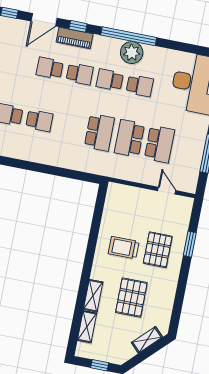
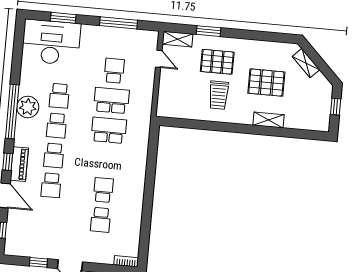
school desk: (80, 74) -> (54, 155), turned 180
school desk: (140, 86) -> (59, 96), turned 180
school desk: (129, 138) -> (111, 100), turned 180
school desk: (159, 144) -> (114, 71), width x0.54
door: (167, 191) -> (159, 59), swing flipped
shelving: (87, 327) -> (178, 39), moved

